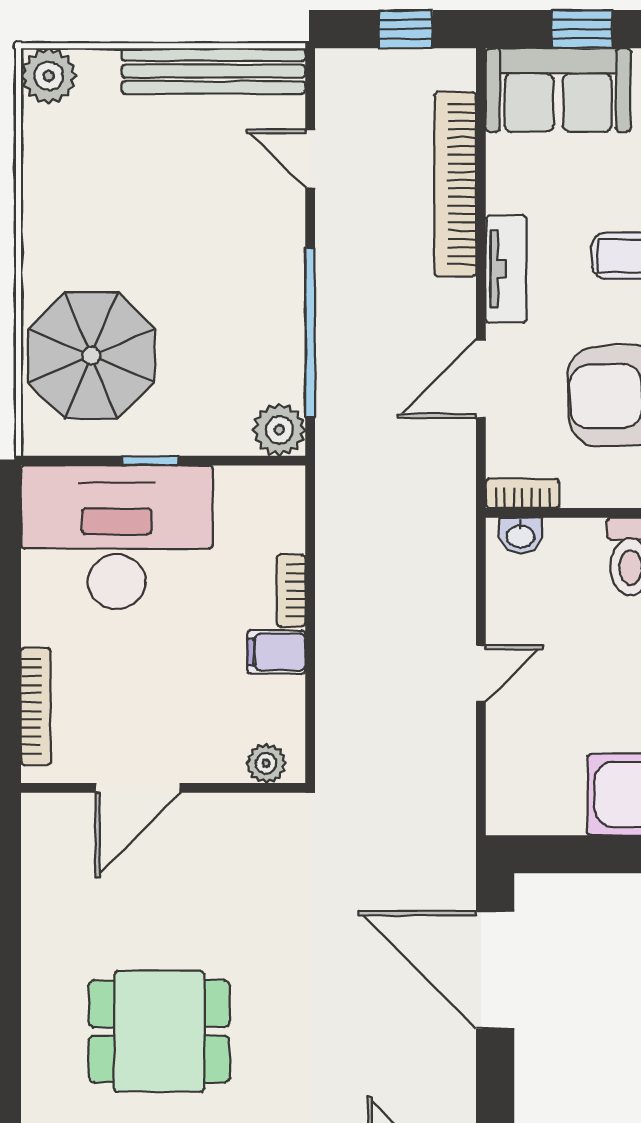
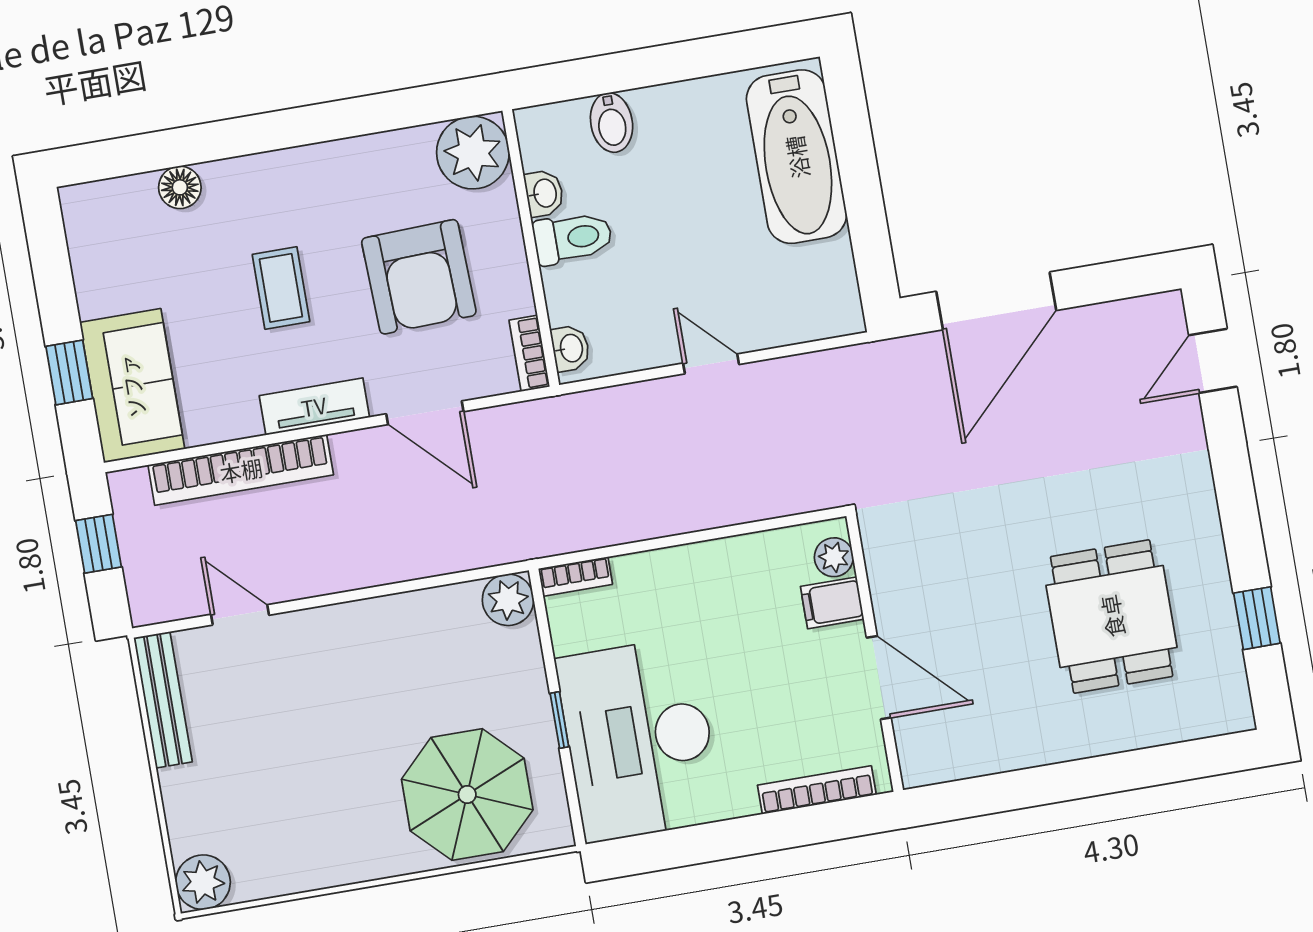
bench: (214, 71) -> (163, 700), width x0.73, depth x0.82
door: (310, 159) -> (240, 615), swing flipped
window: (310, 333) -> (409, 586), removed
bookcase: (291, 591) -> (575, 576), moved
filing cabinet: (276, 652) -> (832, 603), moved, turned 90

